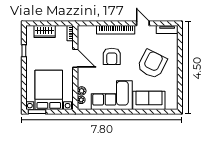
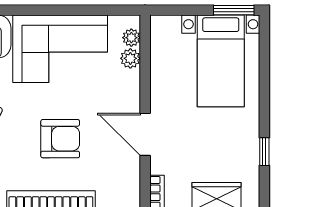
armchair: (112, 56) -> (60, 139), turned 90
bed with nightstands: (49, 90) -> (221, 61), width x0.73

